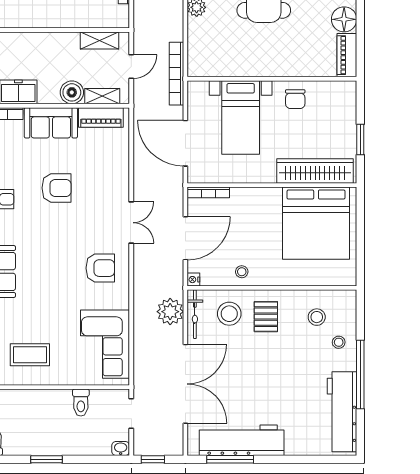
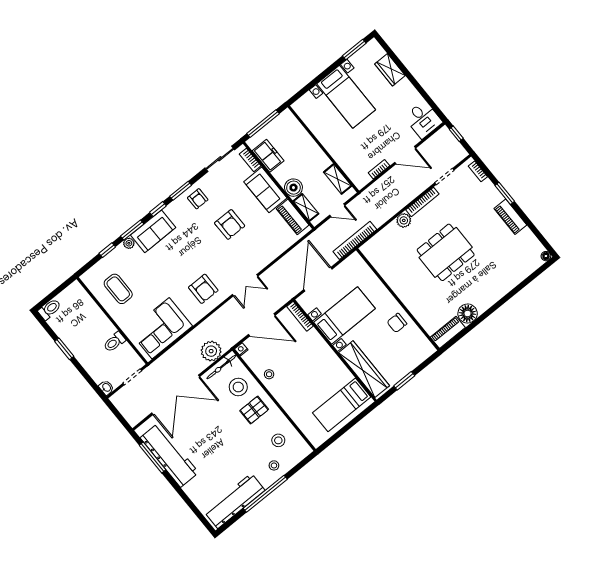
bed with nightstands: (241, 118) -> (344, 315), moved, turned 180
bed: (316, 223) -> (342, 405), width x0.49
window: (153, 459) -> (115, 412), removed

